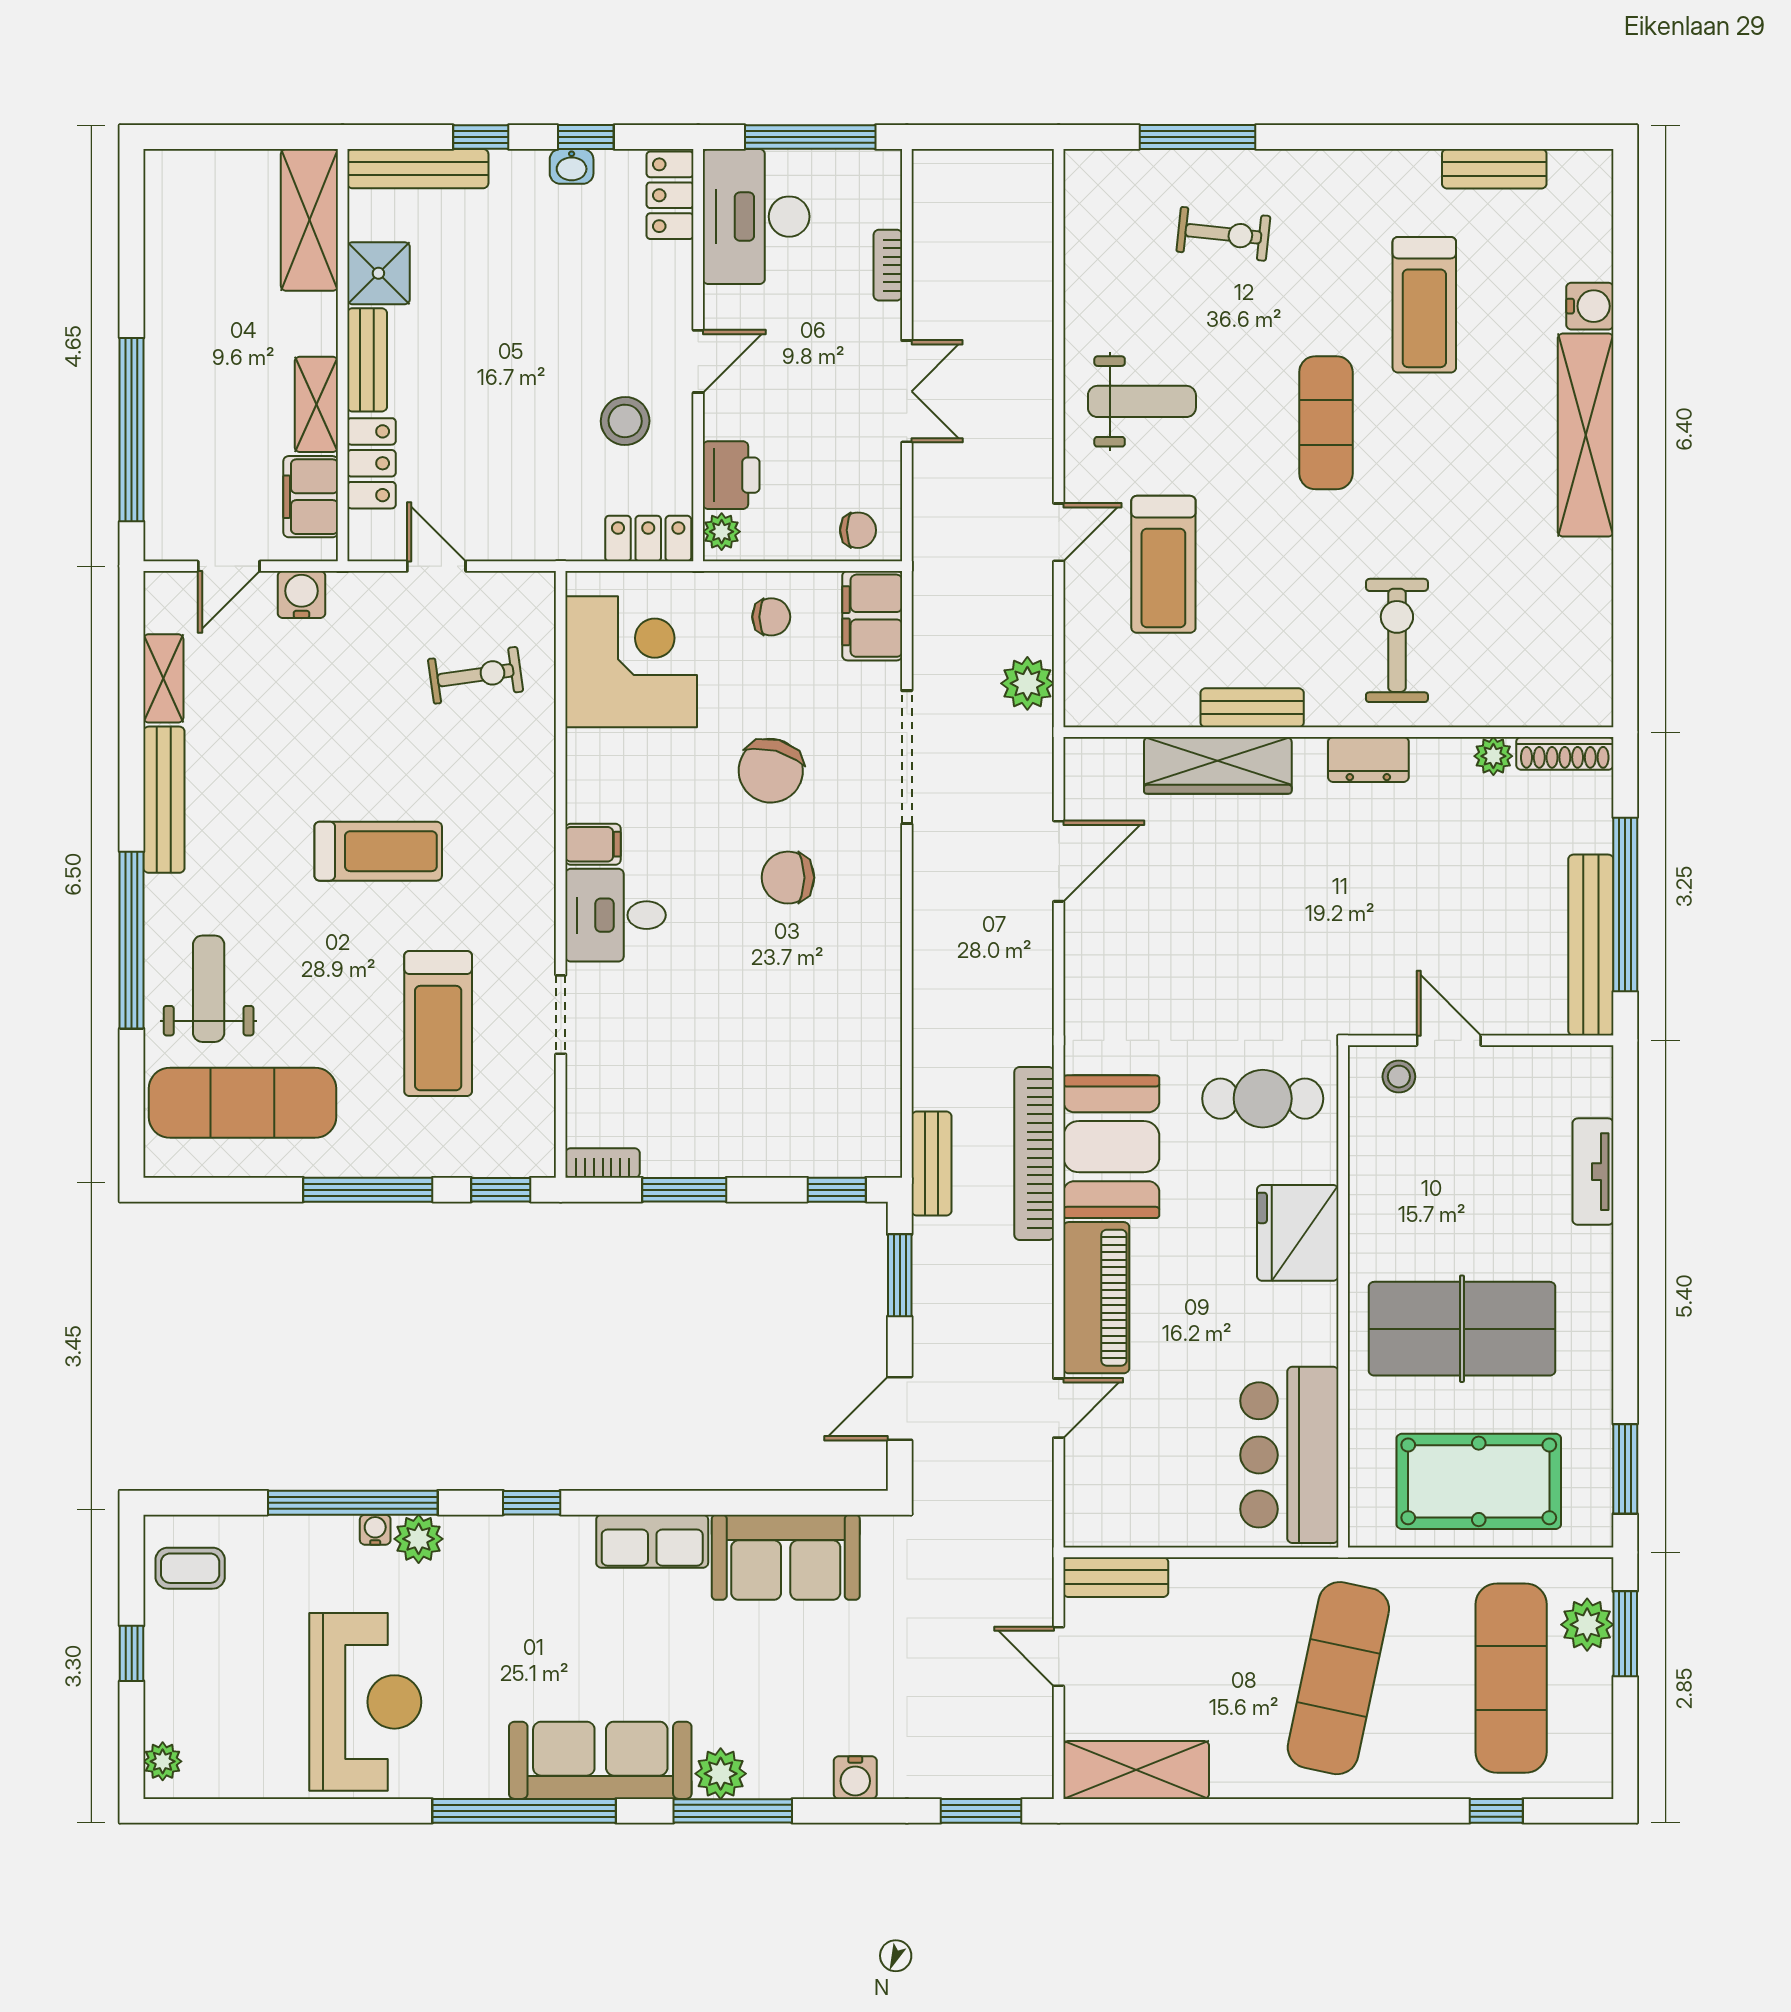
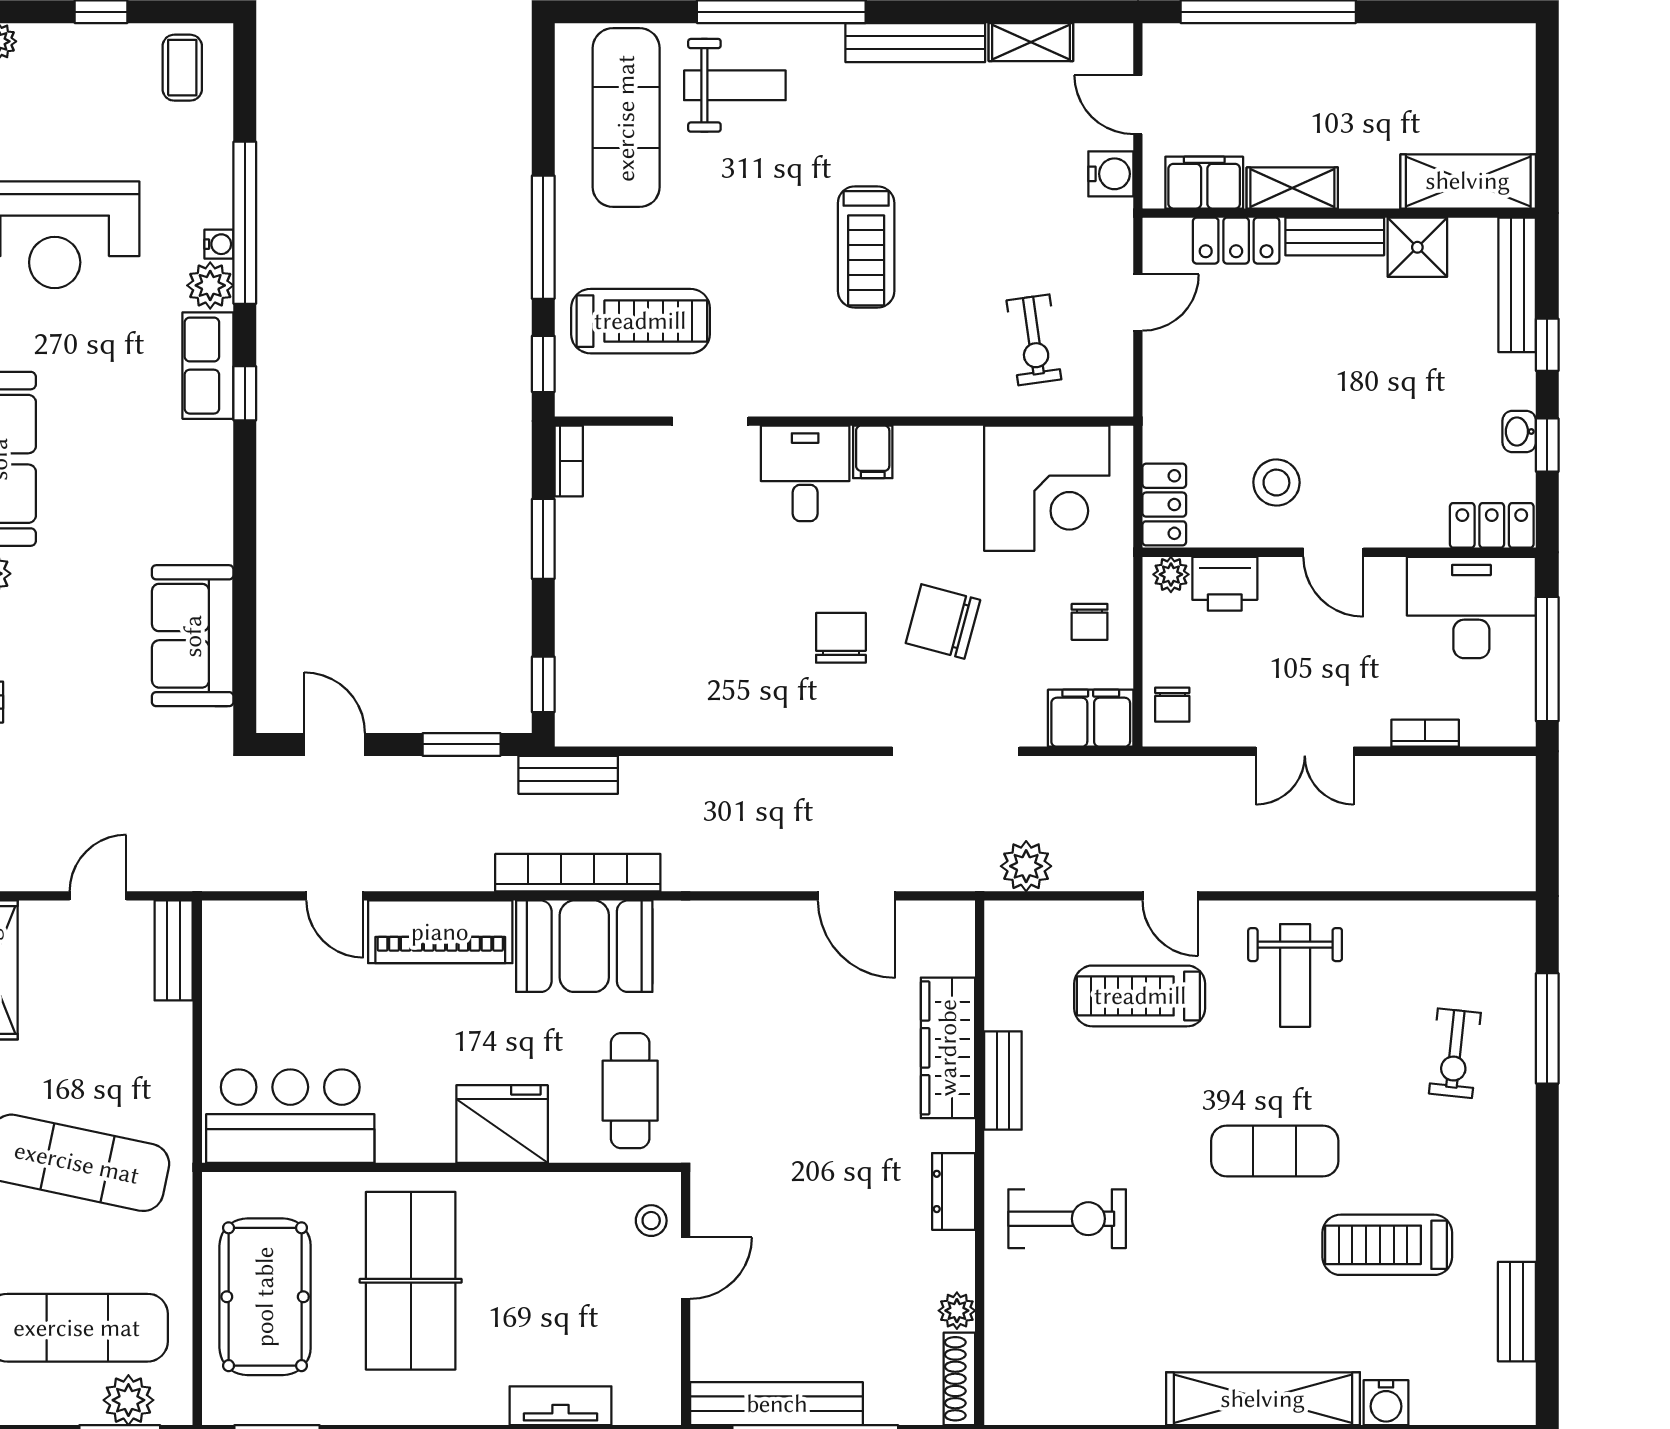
treadmill: (438, 1024) -> (640, 321), moved, turned 180
row of seats: (652, 1541) -> (208, 366), moved

